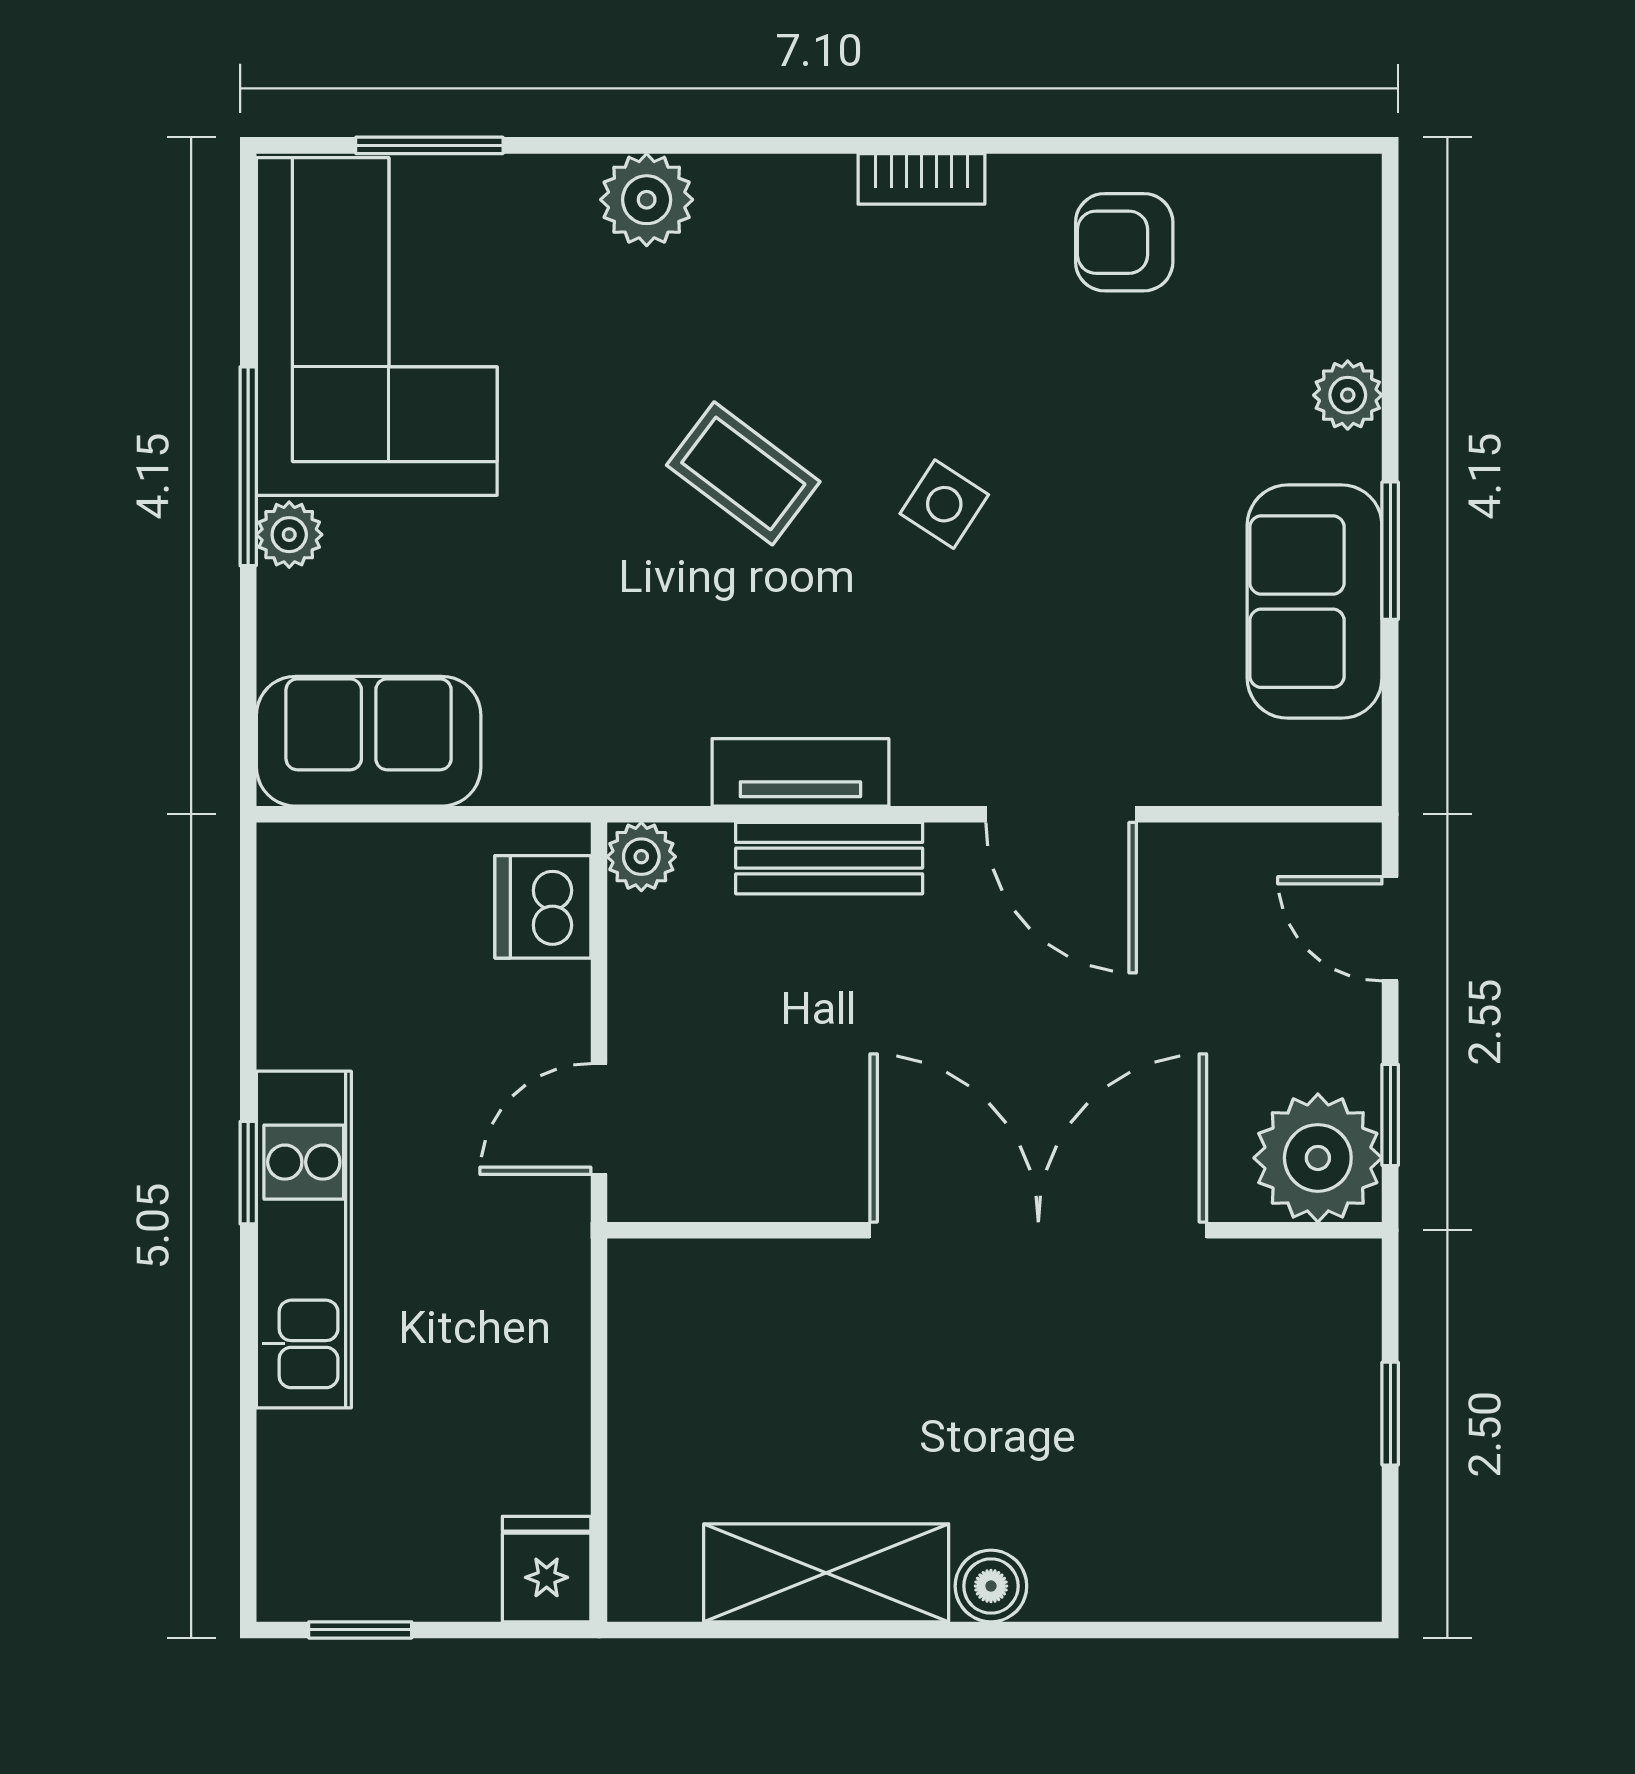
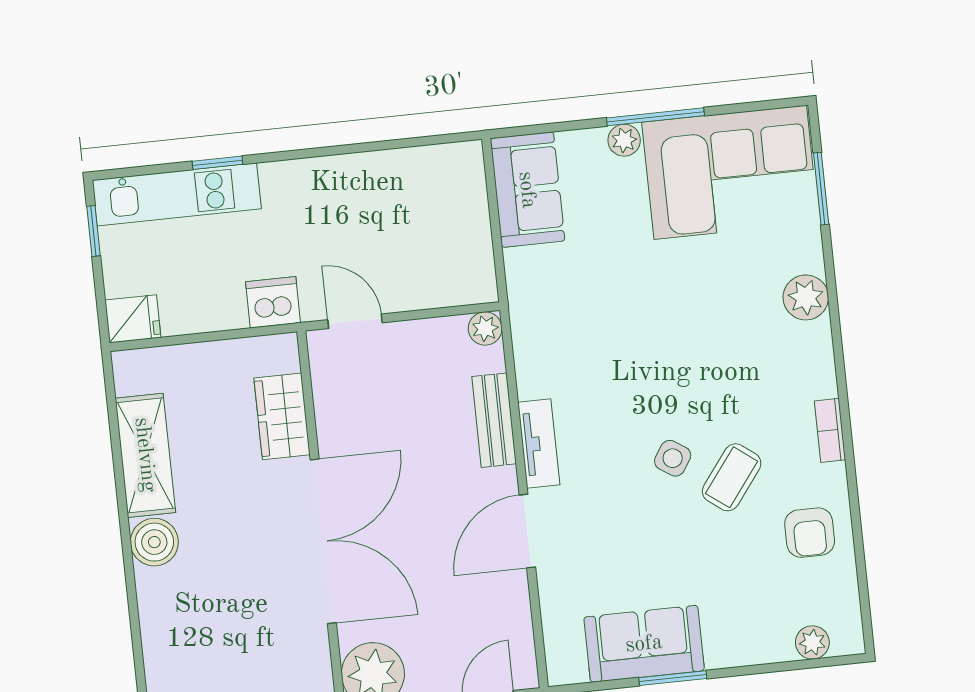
armchair: (1124, 242) -> (810, 533), turned 180
plant: (1348, 395) -> (812, 642), moved
coffee table: (743, 473) -> (732, 477), moved
tv unit: (800, 772) -> (539, 444), moved
dishwasher: (543, 907) -> (273, 302), moved
window: (248, 1173) -> (218, 163), moved
kitchen unit: (304, 1240) -> (177, 194), moved
wardrobe: (776, 1287) -> (282, 416), added
boiler: (991, 1586) -> (154, 542), width x1.36, depth x1.36

